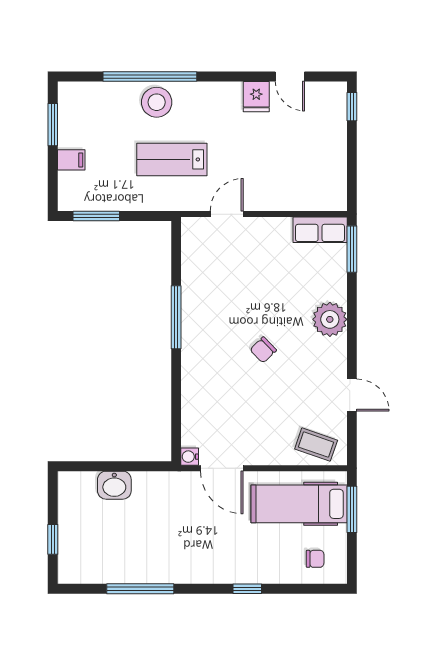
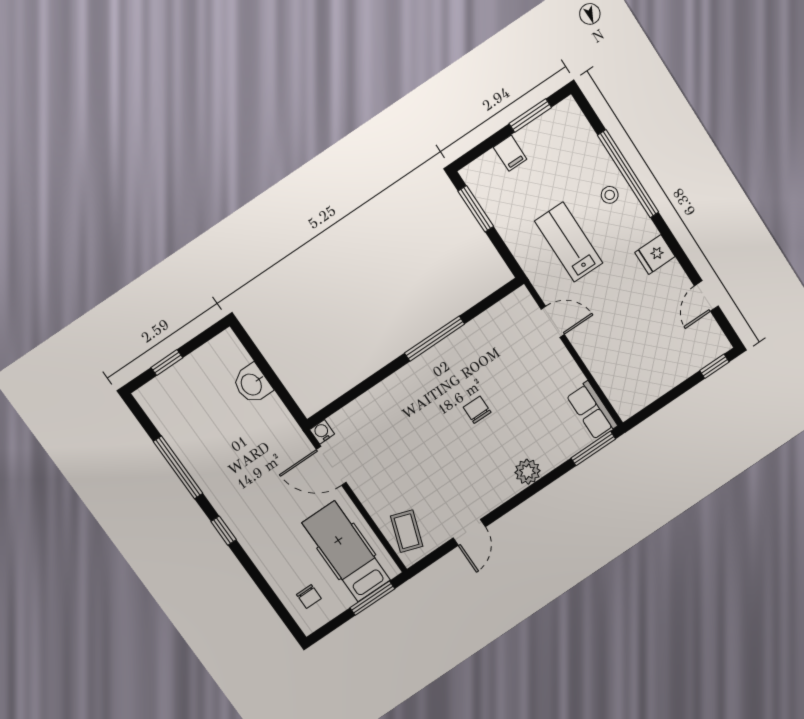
fridge: (256, 97) -> (655, 255), moved
stool: (157, 102) -> (610, 195), width x0.53, depth x0.53
plant: (330, 319) -> (528, 472), width x0.73, depth x0.73
chair: (263, 350) -> (477, 410), moved, turned 44
door: (222, 468) -> (331, 466), hinge flipped
window: (247, 589) -> (224, 531), moved

